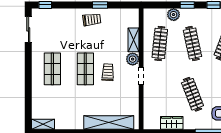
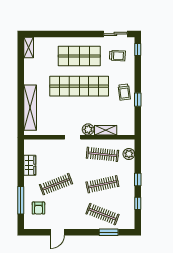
plant: (174, 15) -> (129, 154), moved
shop shelf: (52, 69) -> (79, 56), width x1.43, depth x1.36
shop shelf: (85, 69) -> (79, 86), width x2.00, depth x1.36
trolley: (108, 72) -> (117, 56), moved

